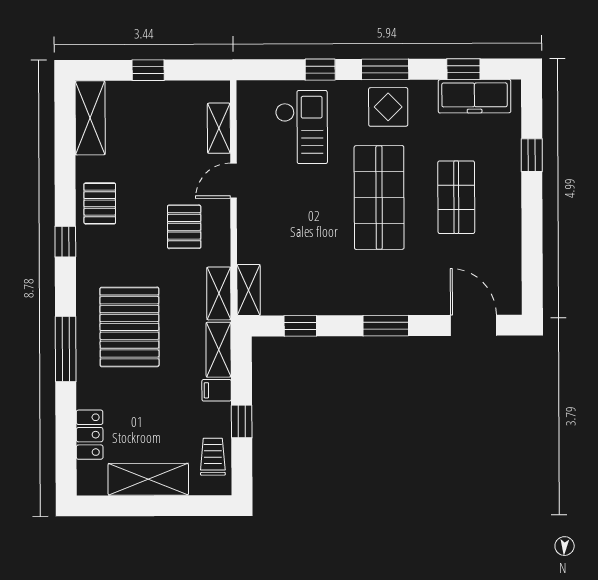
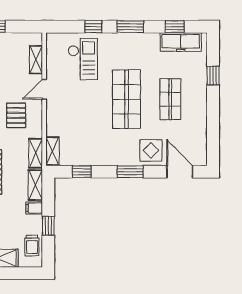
display table: (388, 107) -> (151, 150), moved
trolley: (213, 457) -> (32, 246), turned 180

